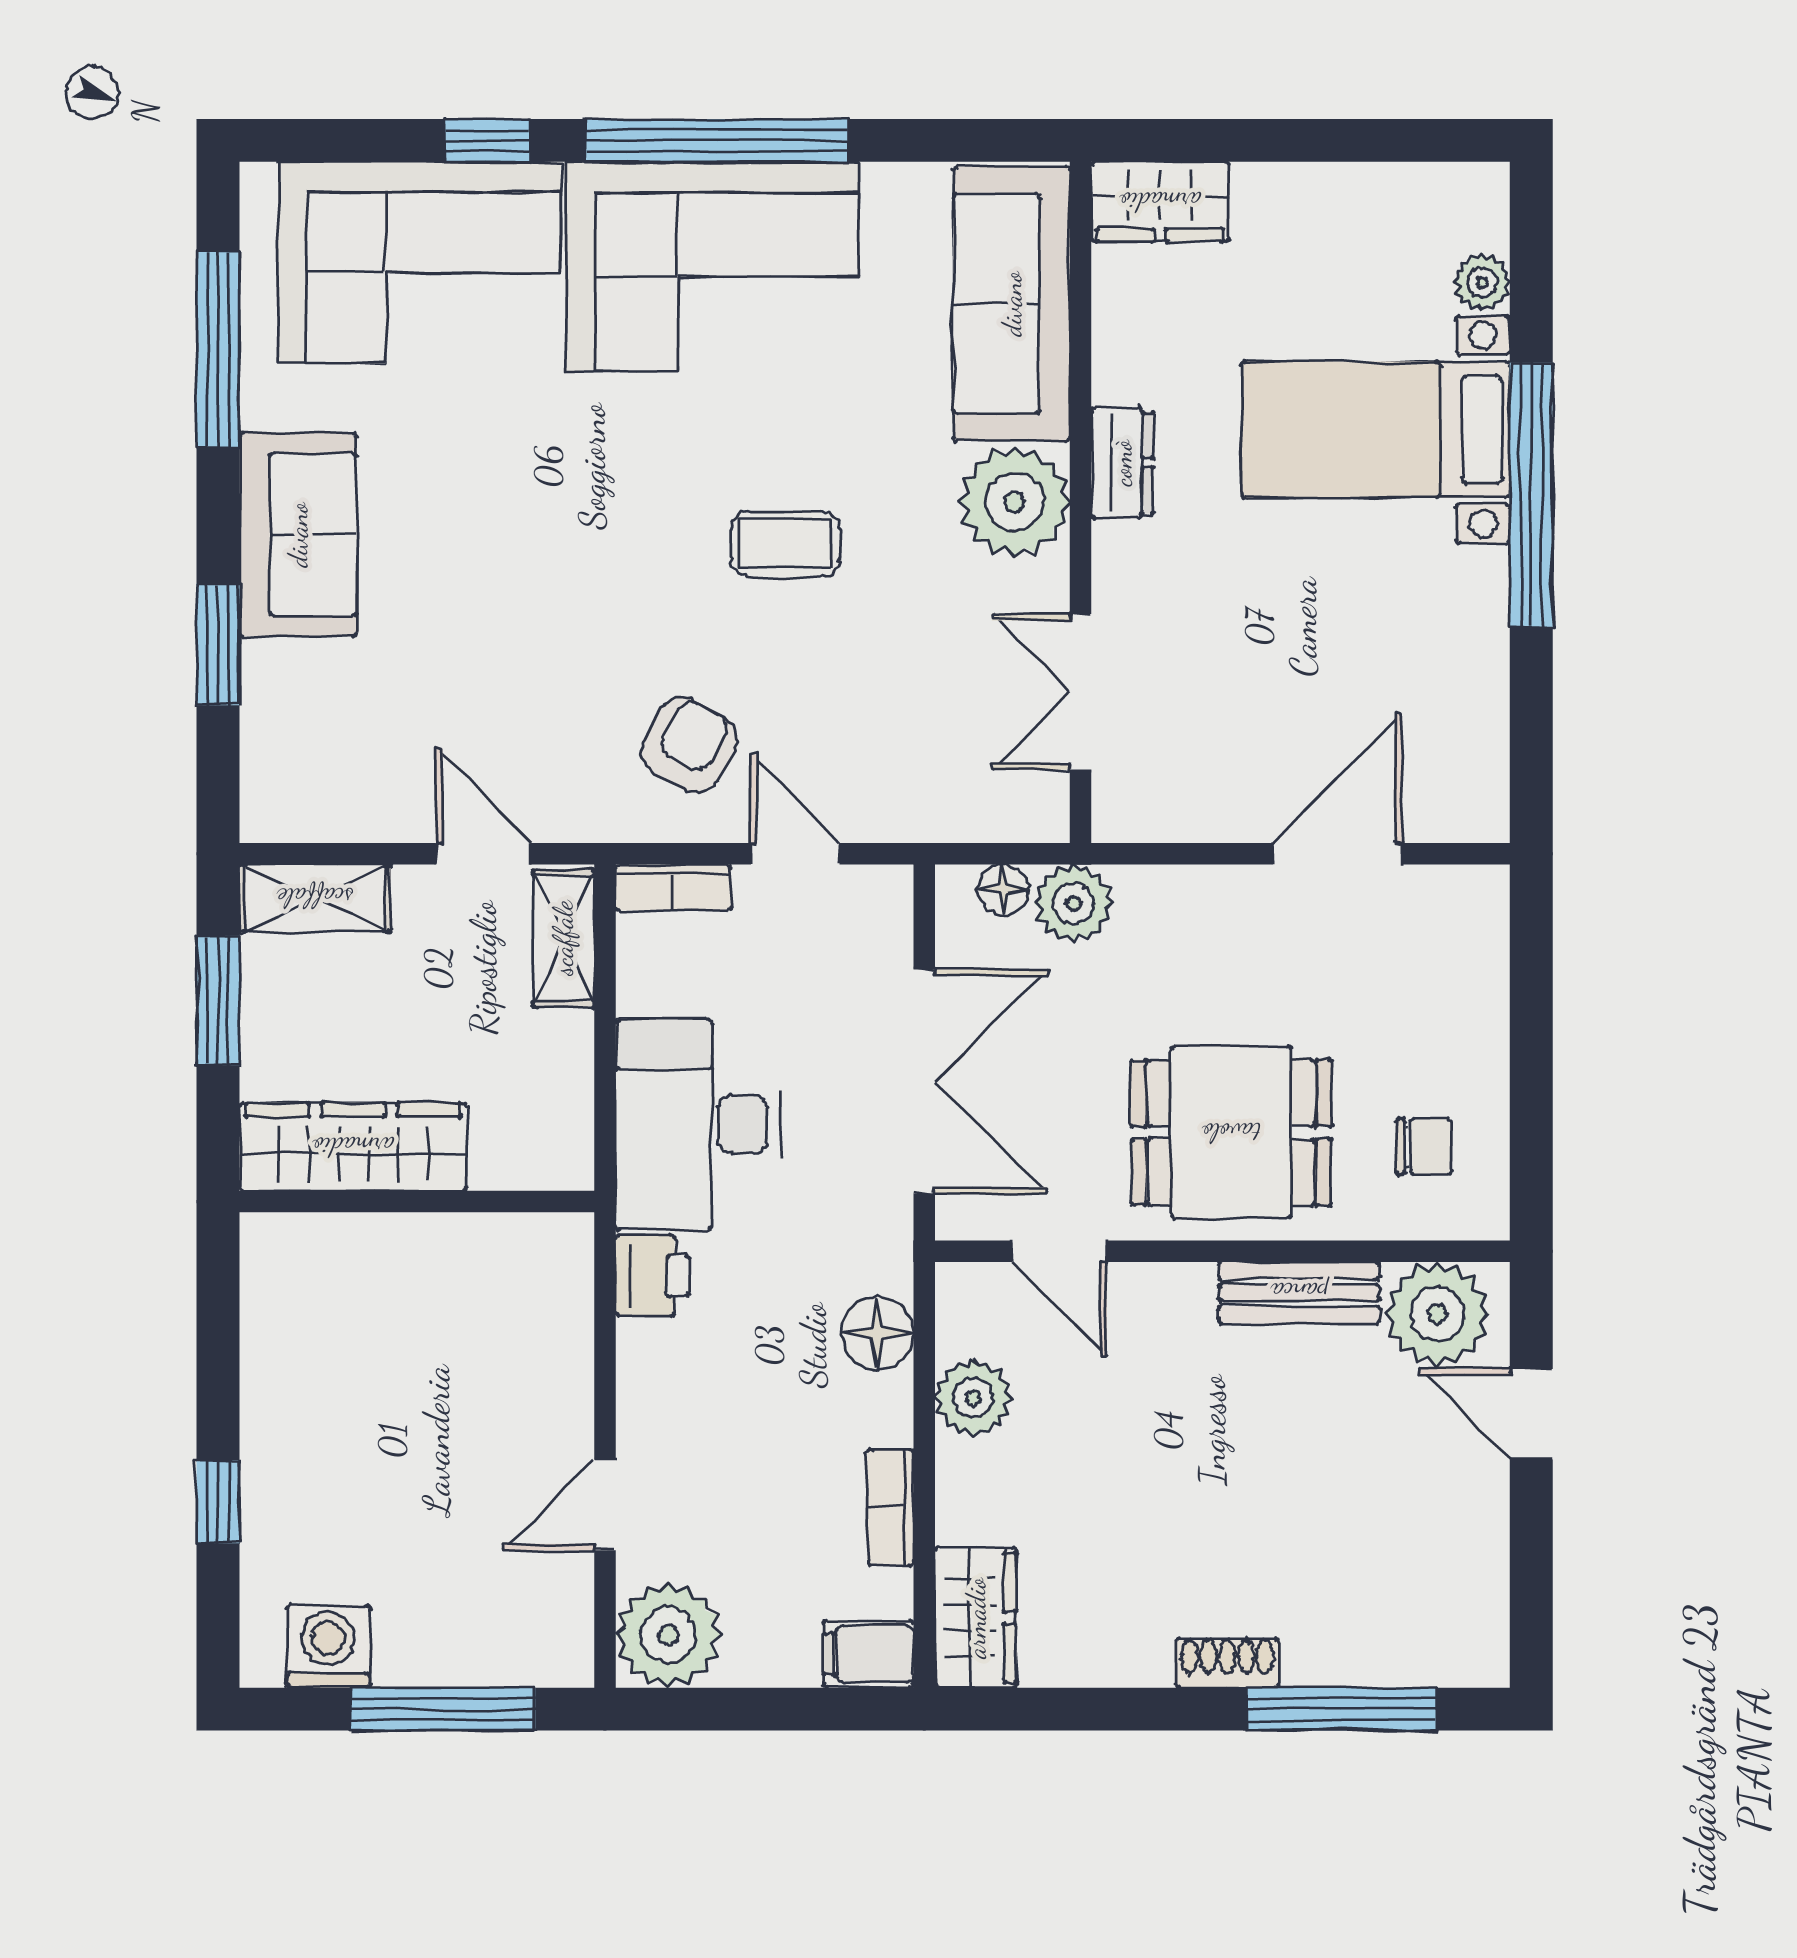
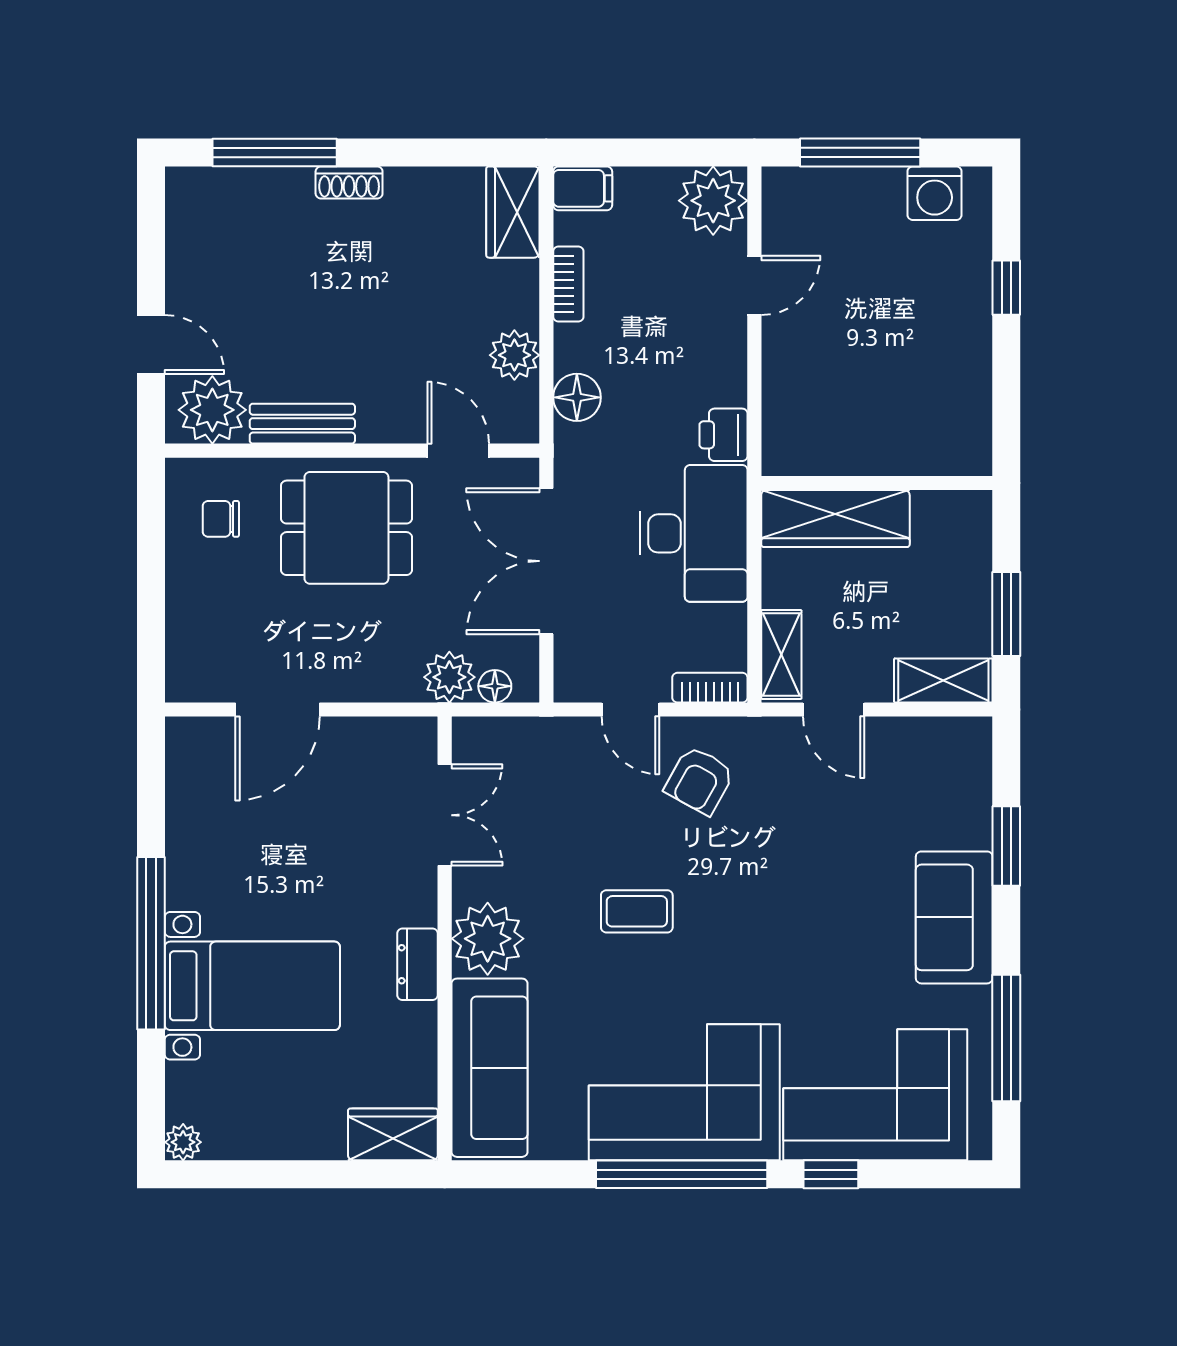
plant: (1482, 283) -> (183, 1142), moved
wardrobe: (353, 1147) -> (835, 519), moved

